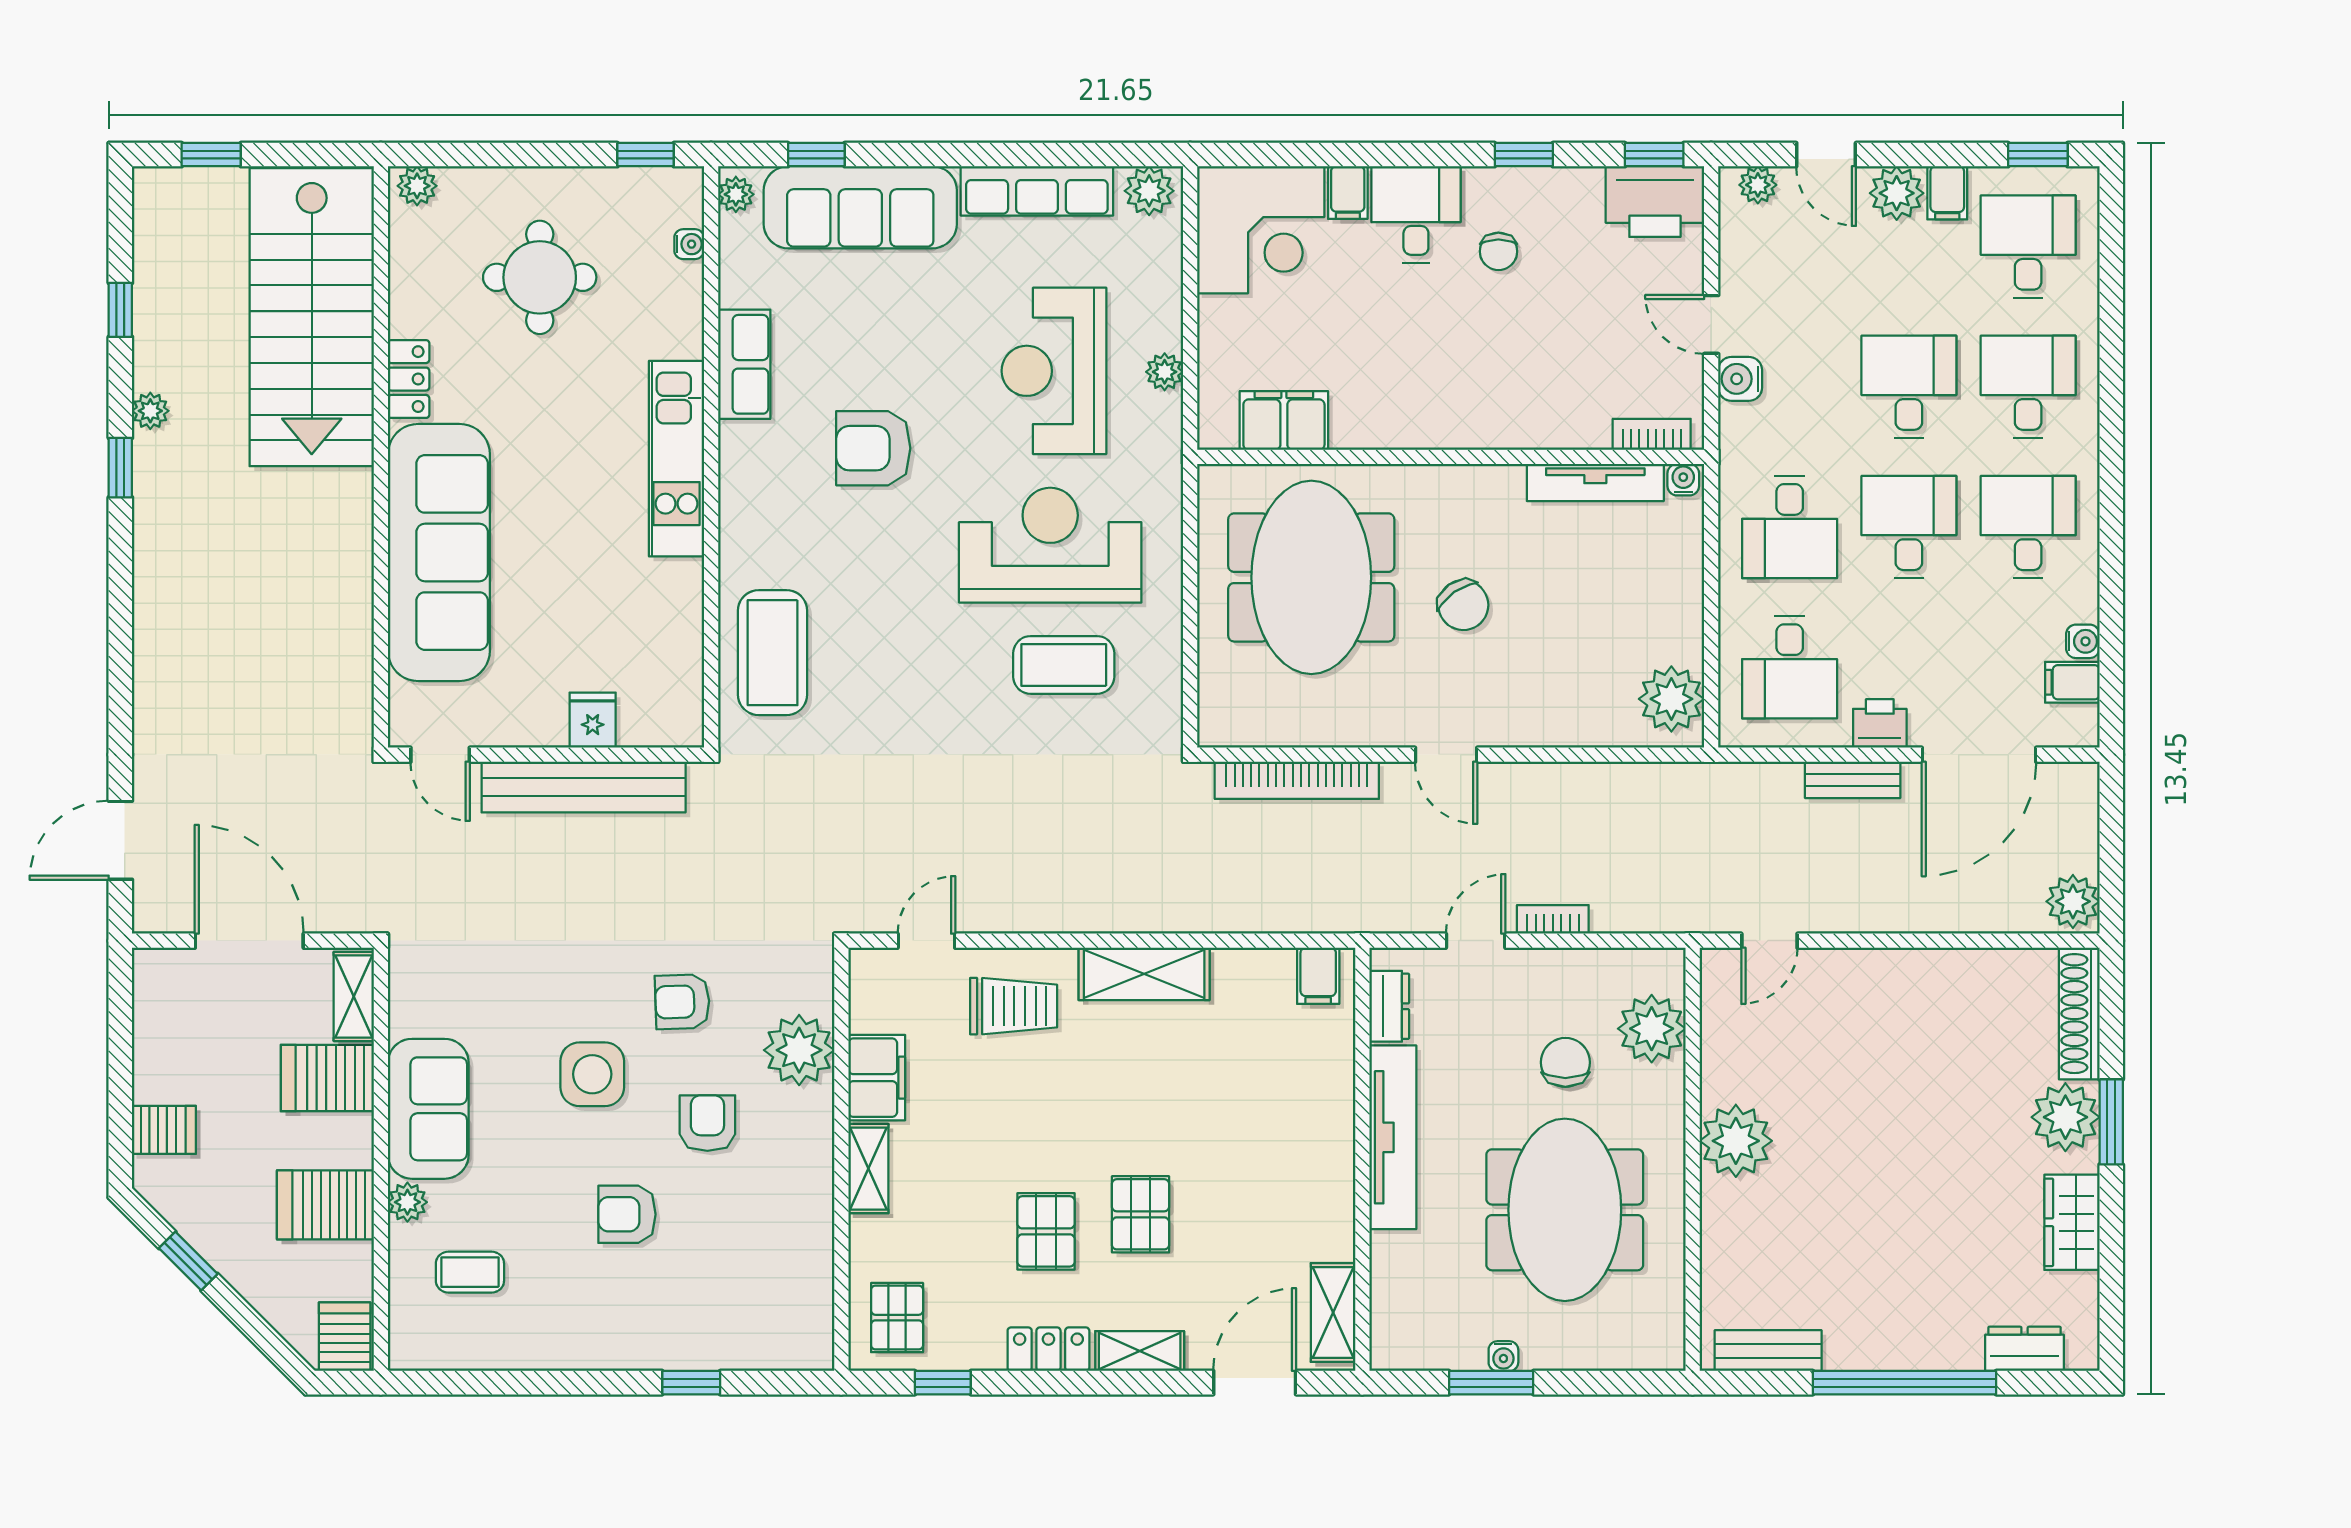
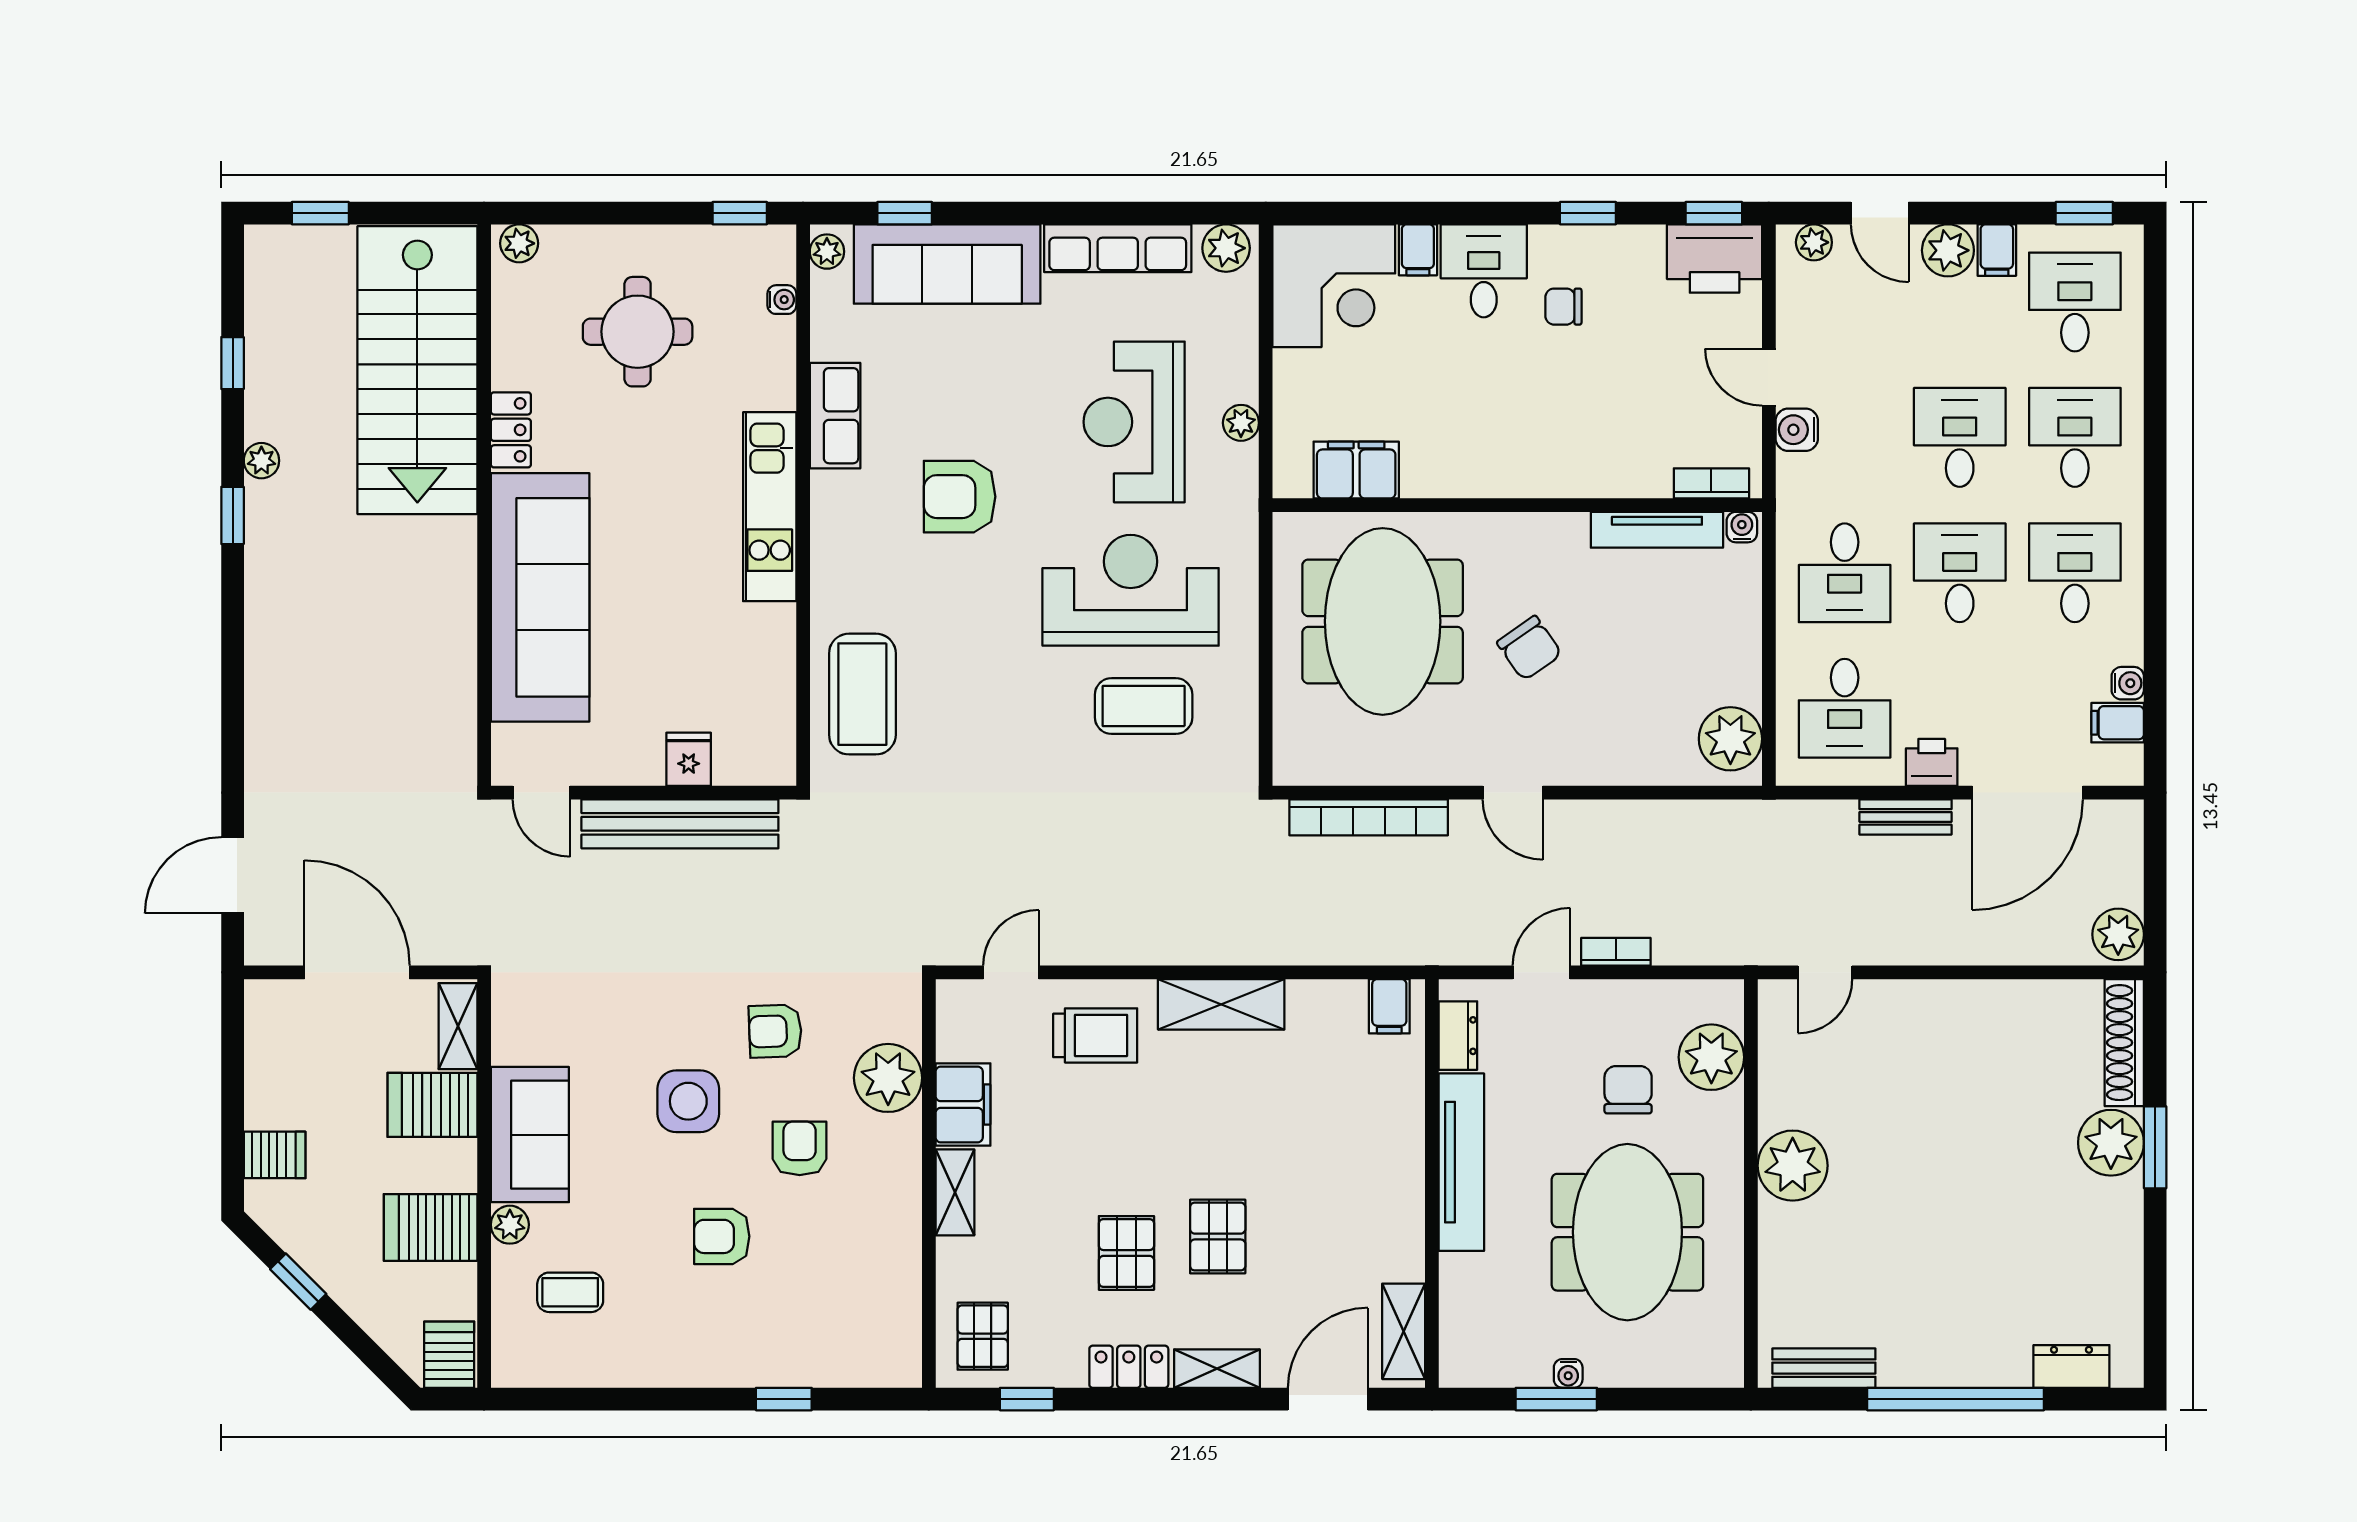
chair: (1498, 251) -> (1563, 307), turned 90
wardrobe: (2072, 1222) -> (2117, 1244), removed

